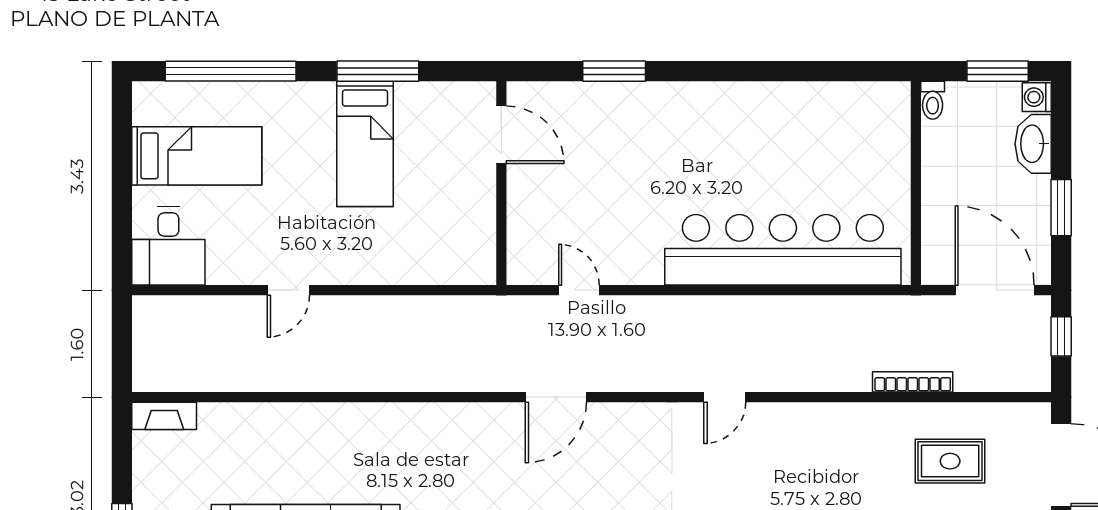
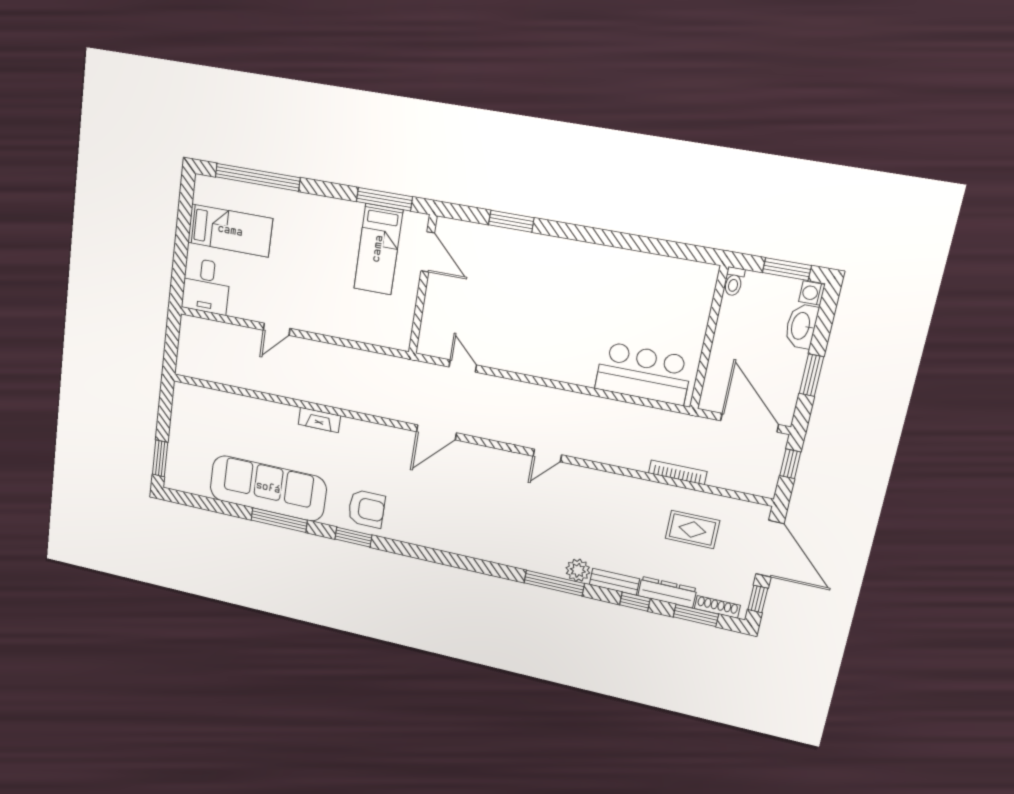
window: (378, 71) -> (384, 199), moved
bed: (365, 144) -> (378, 249), moved
bar counter: (783, 250) -> (643, 373), width x0.54
fireplace: (164, 416) -> (319, 420), moved

